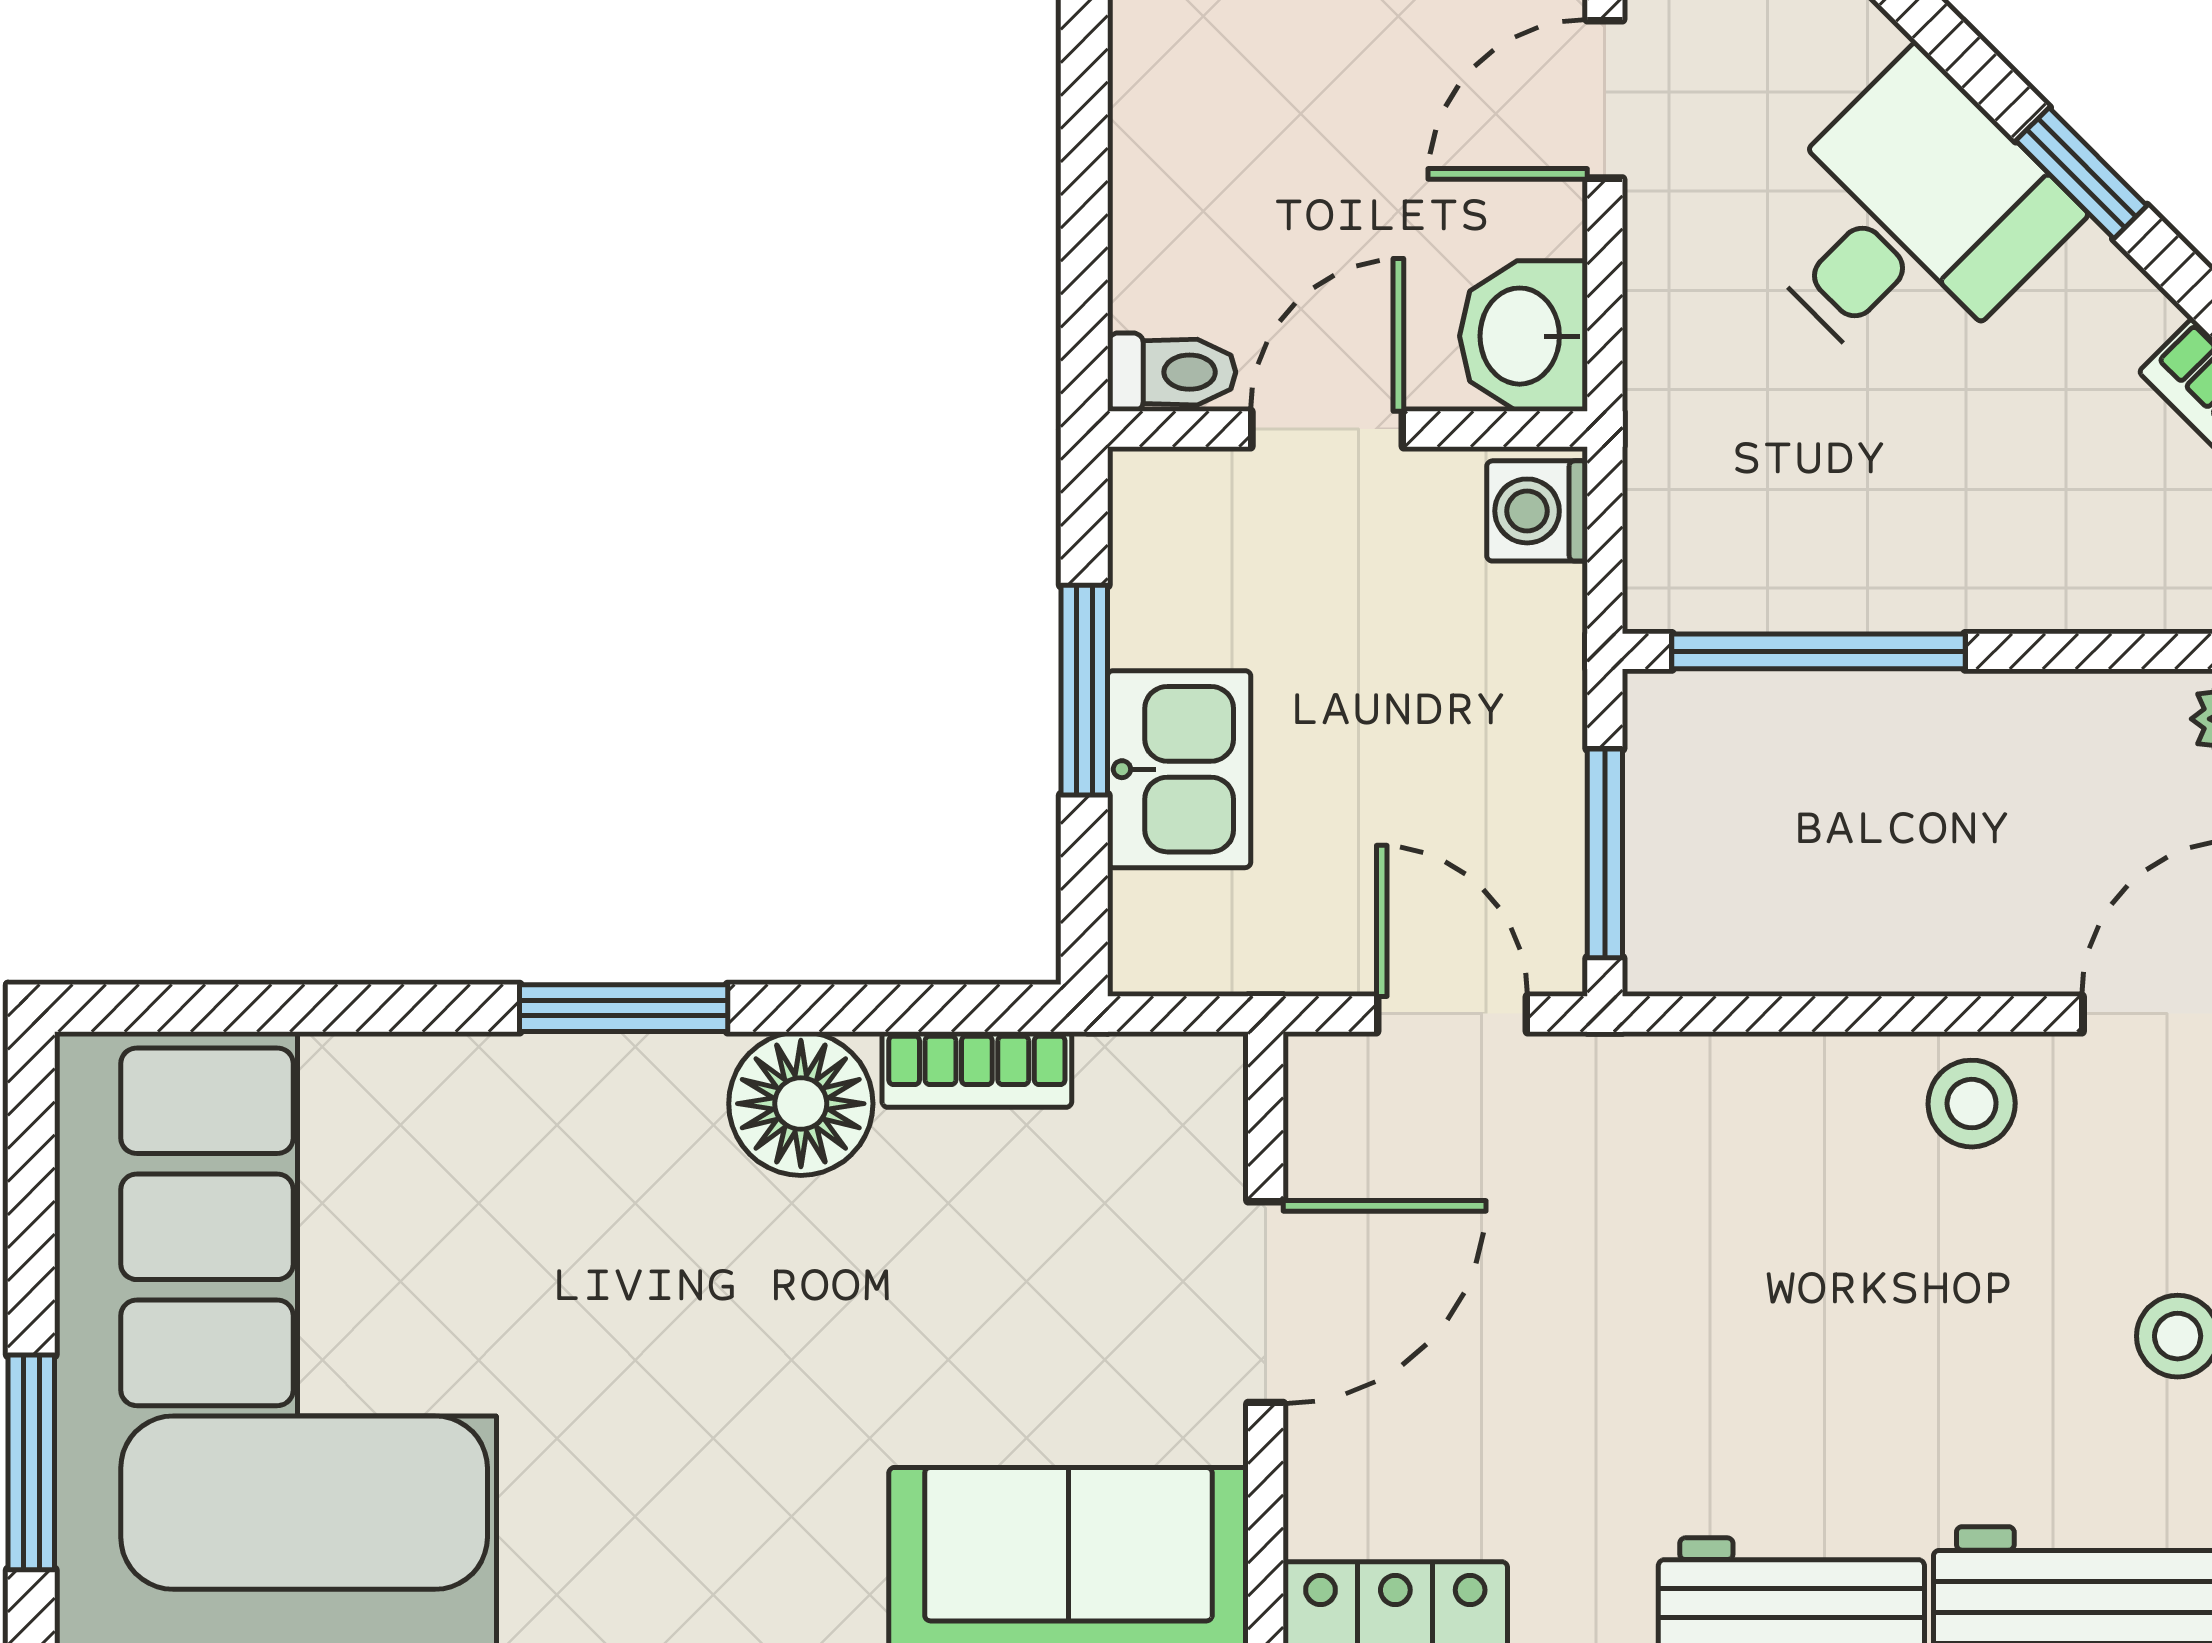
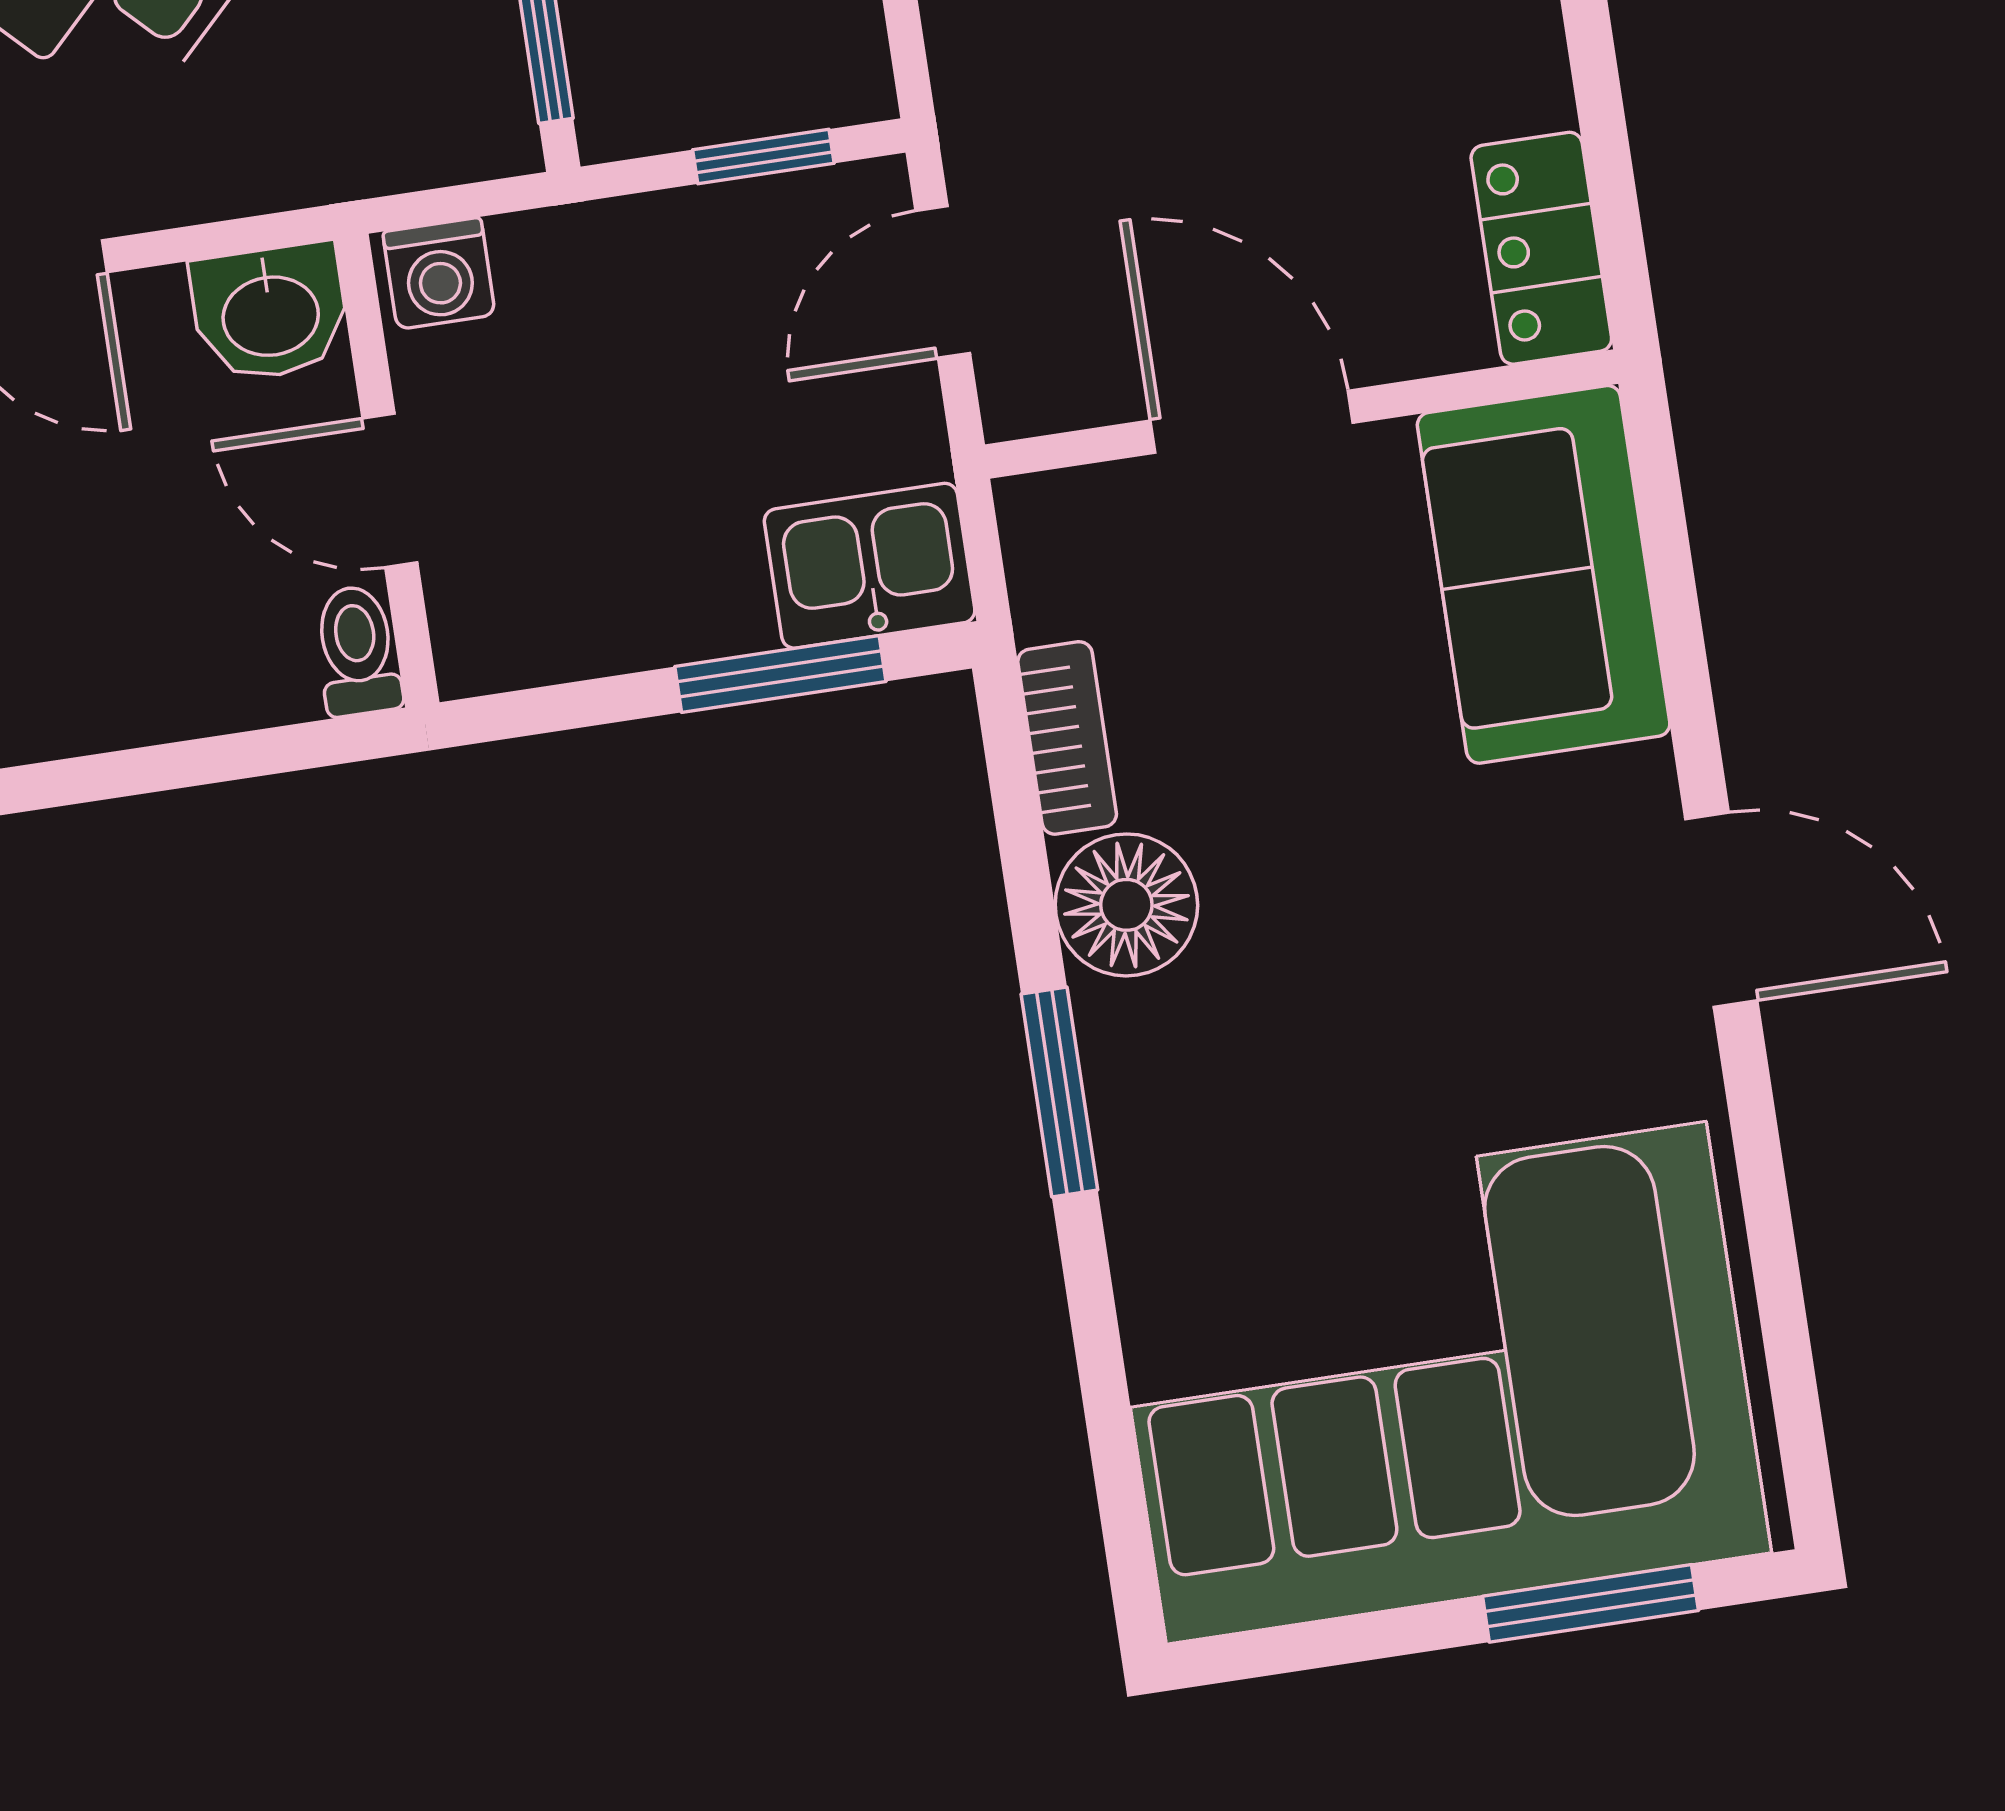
window: (1084, 690) -> (780, 674), moved
kitchen sink: (1179, 769) -> (870, 566), moved
window: (1605, 853) -> (763, 157), width x0.67

